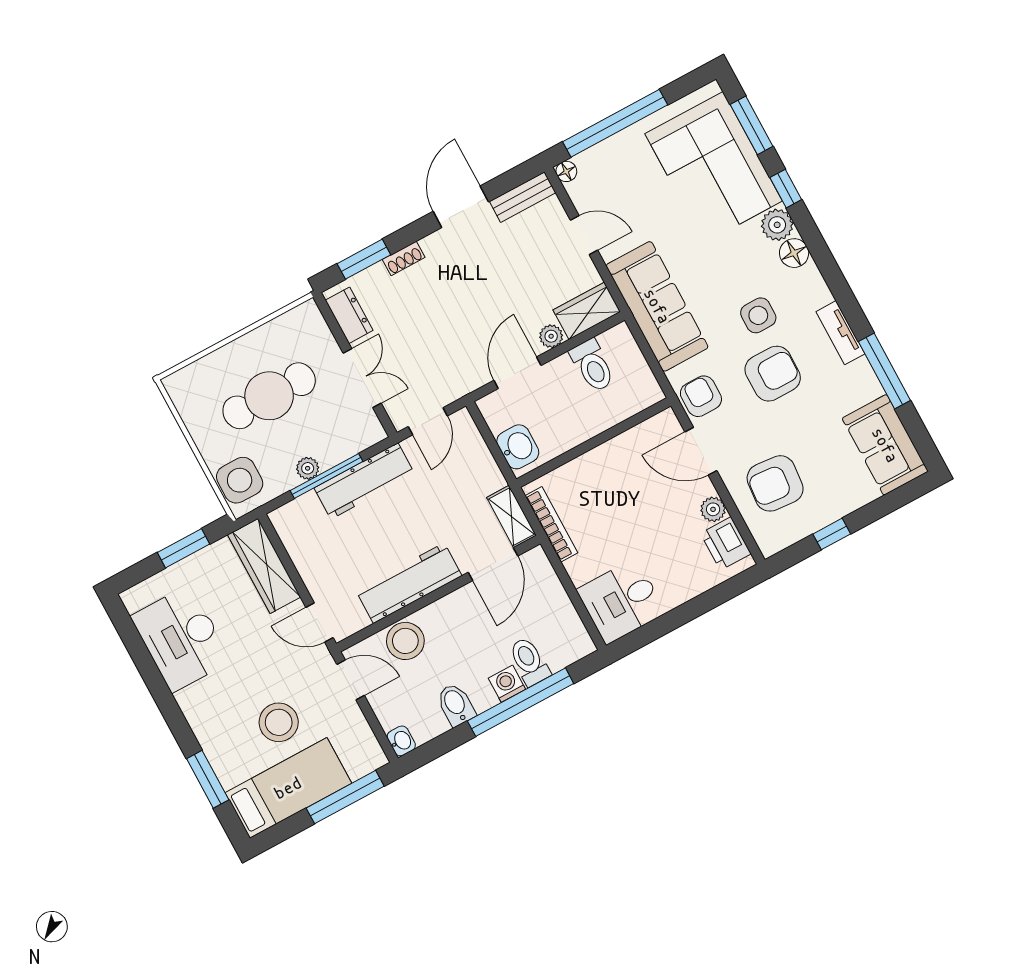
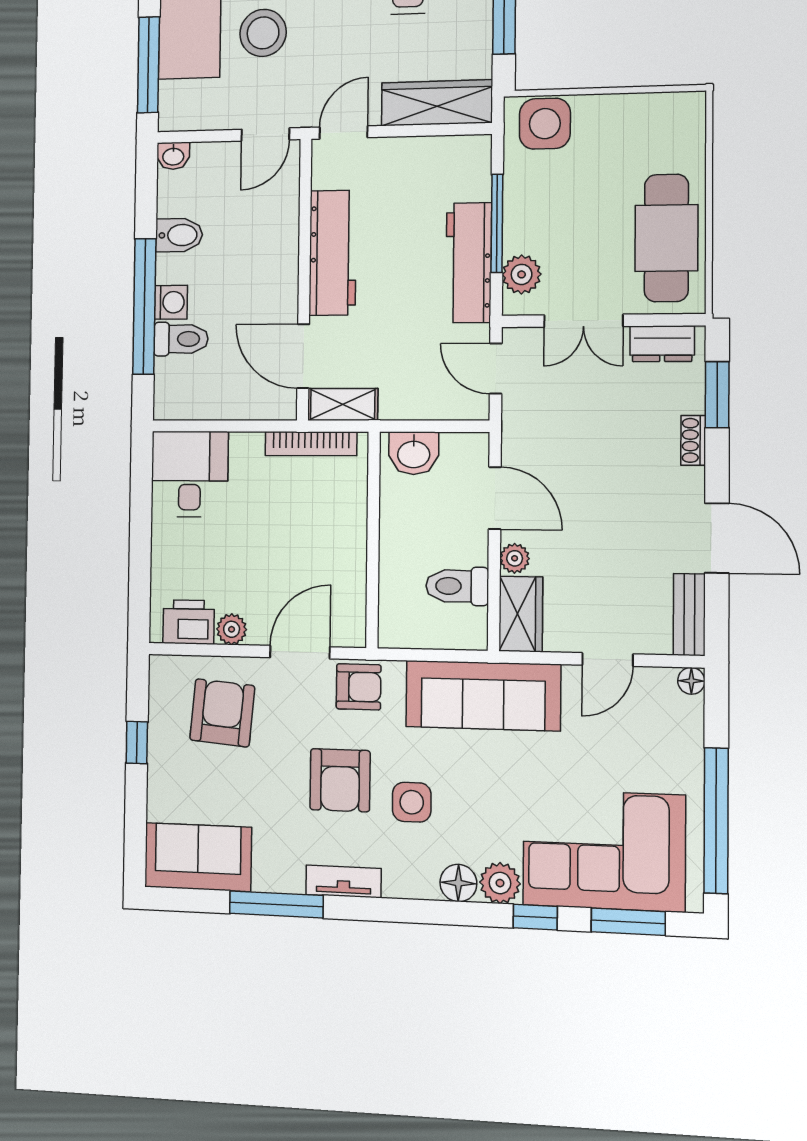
window: (615, 123) -> (716, 821), moved
cafe table: (269, 396) -> (666, 238), moved
plant: (308, 468) -> (522, 274), moved, width x1.38, depth x1.38
stool: (405, 641) -> (274, 216), removed

